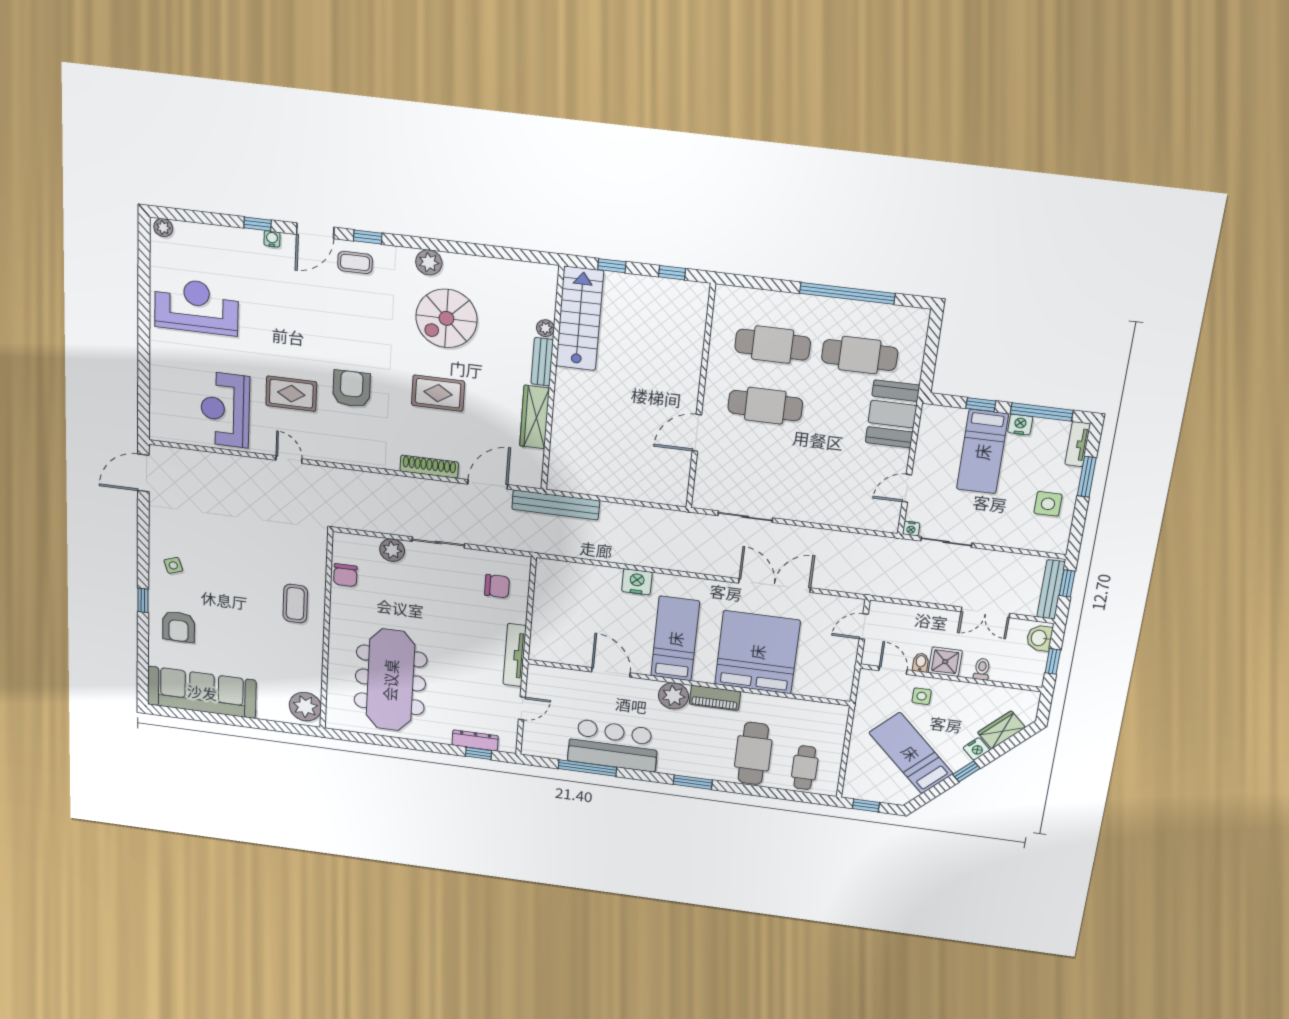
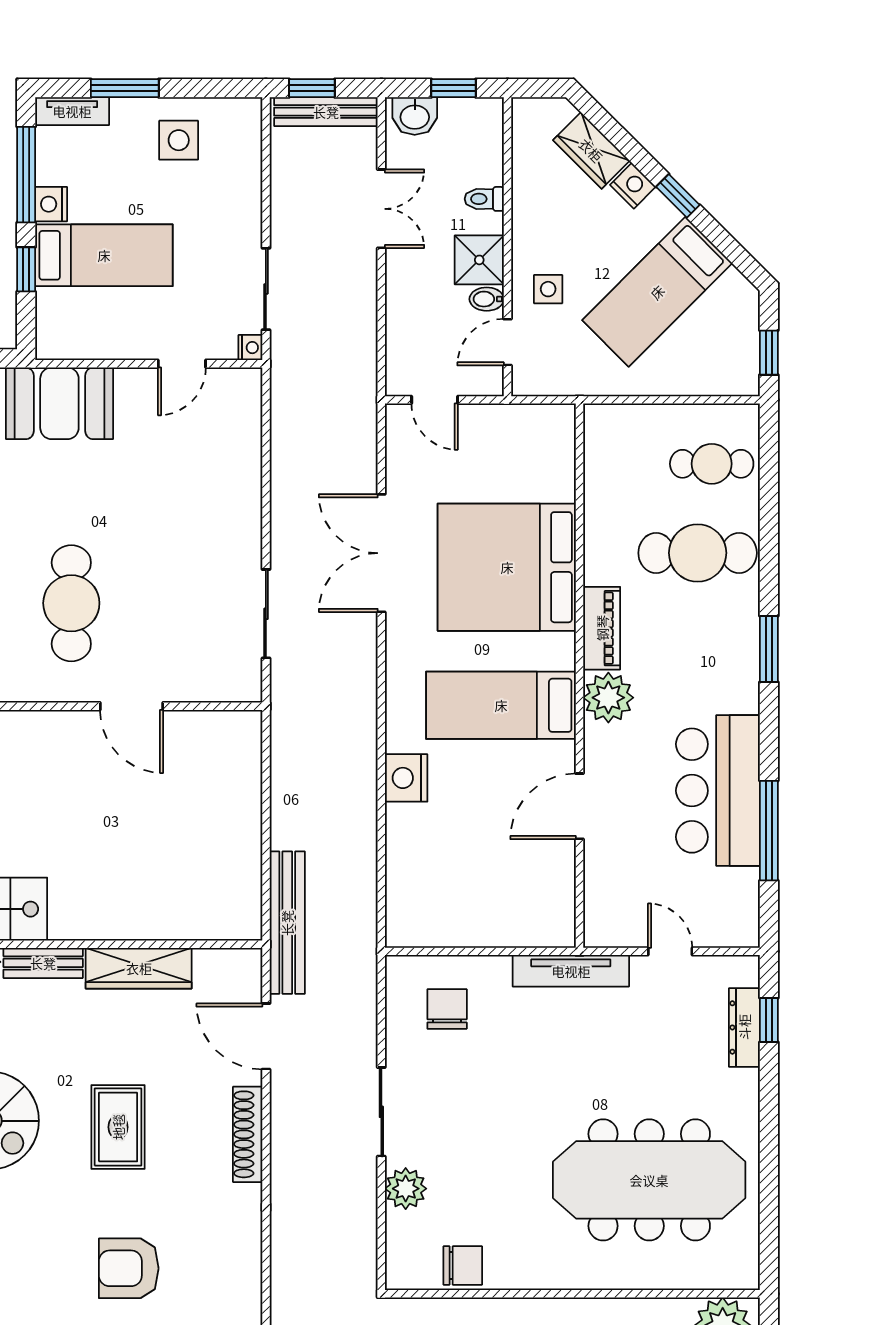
door: (907, 488) -> (182, 364), hinge flipped

